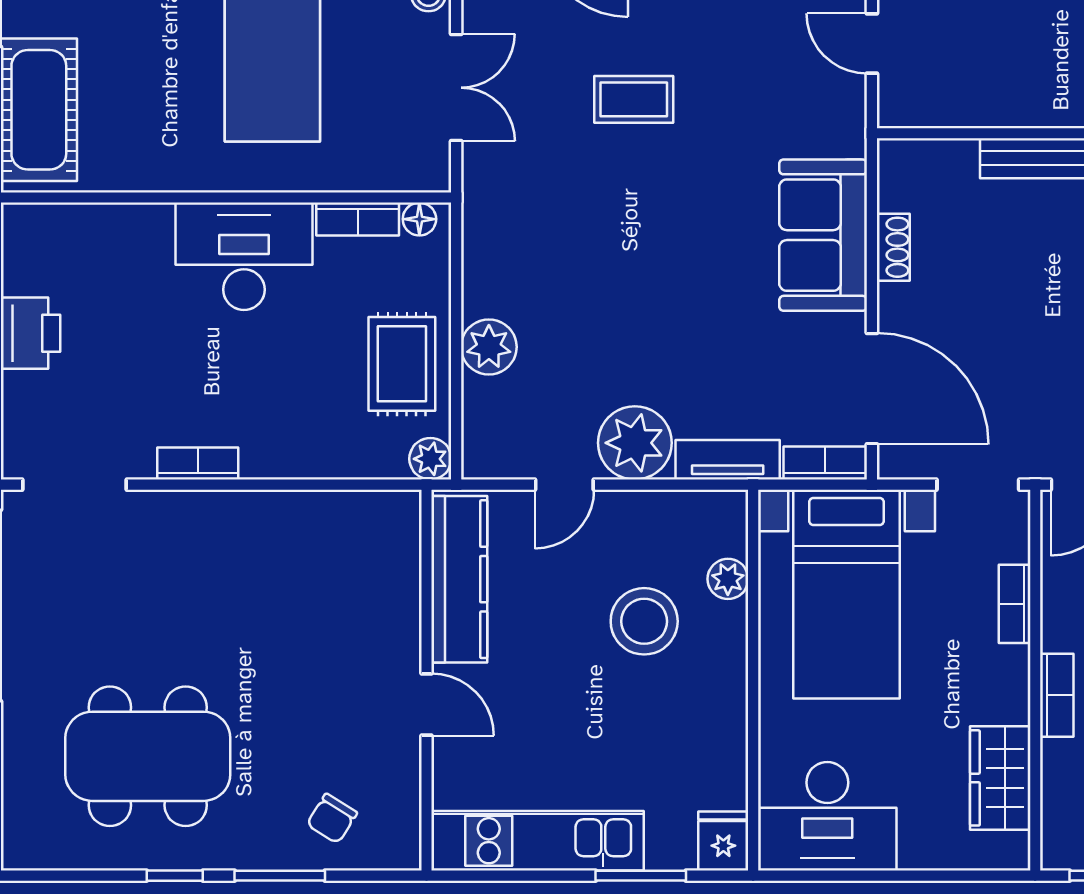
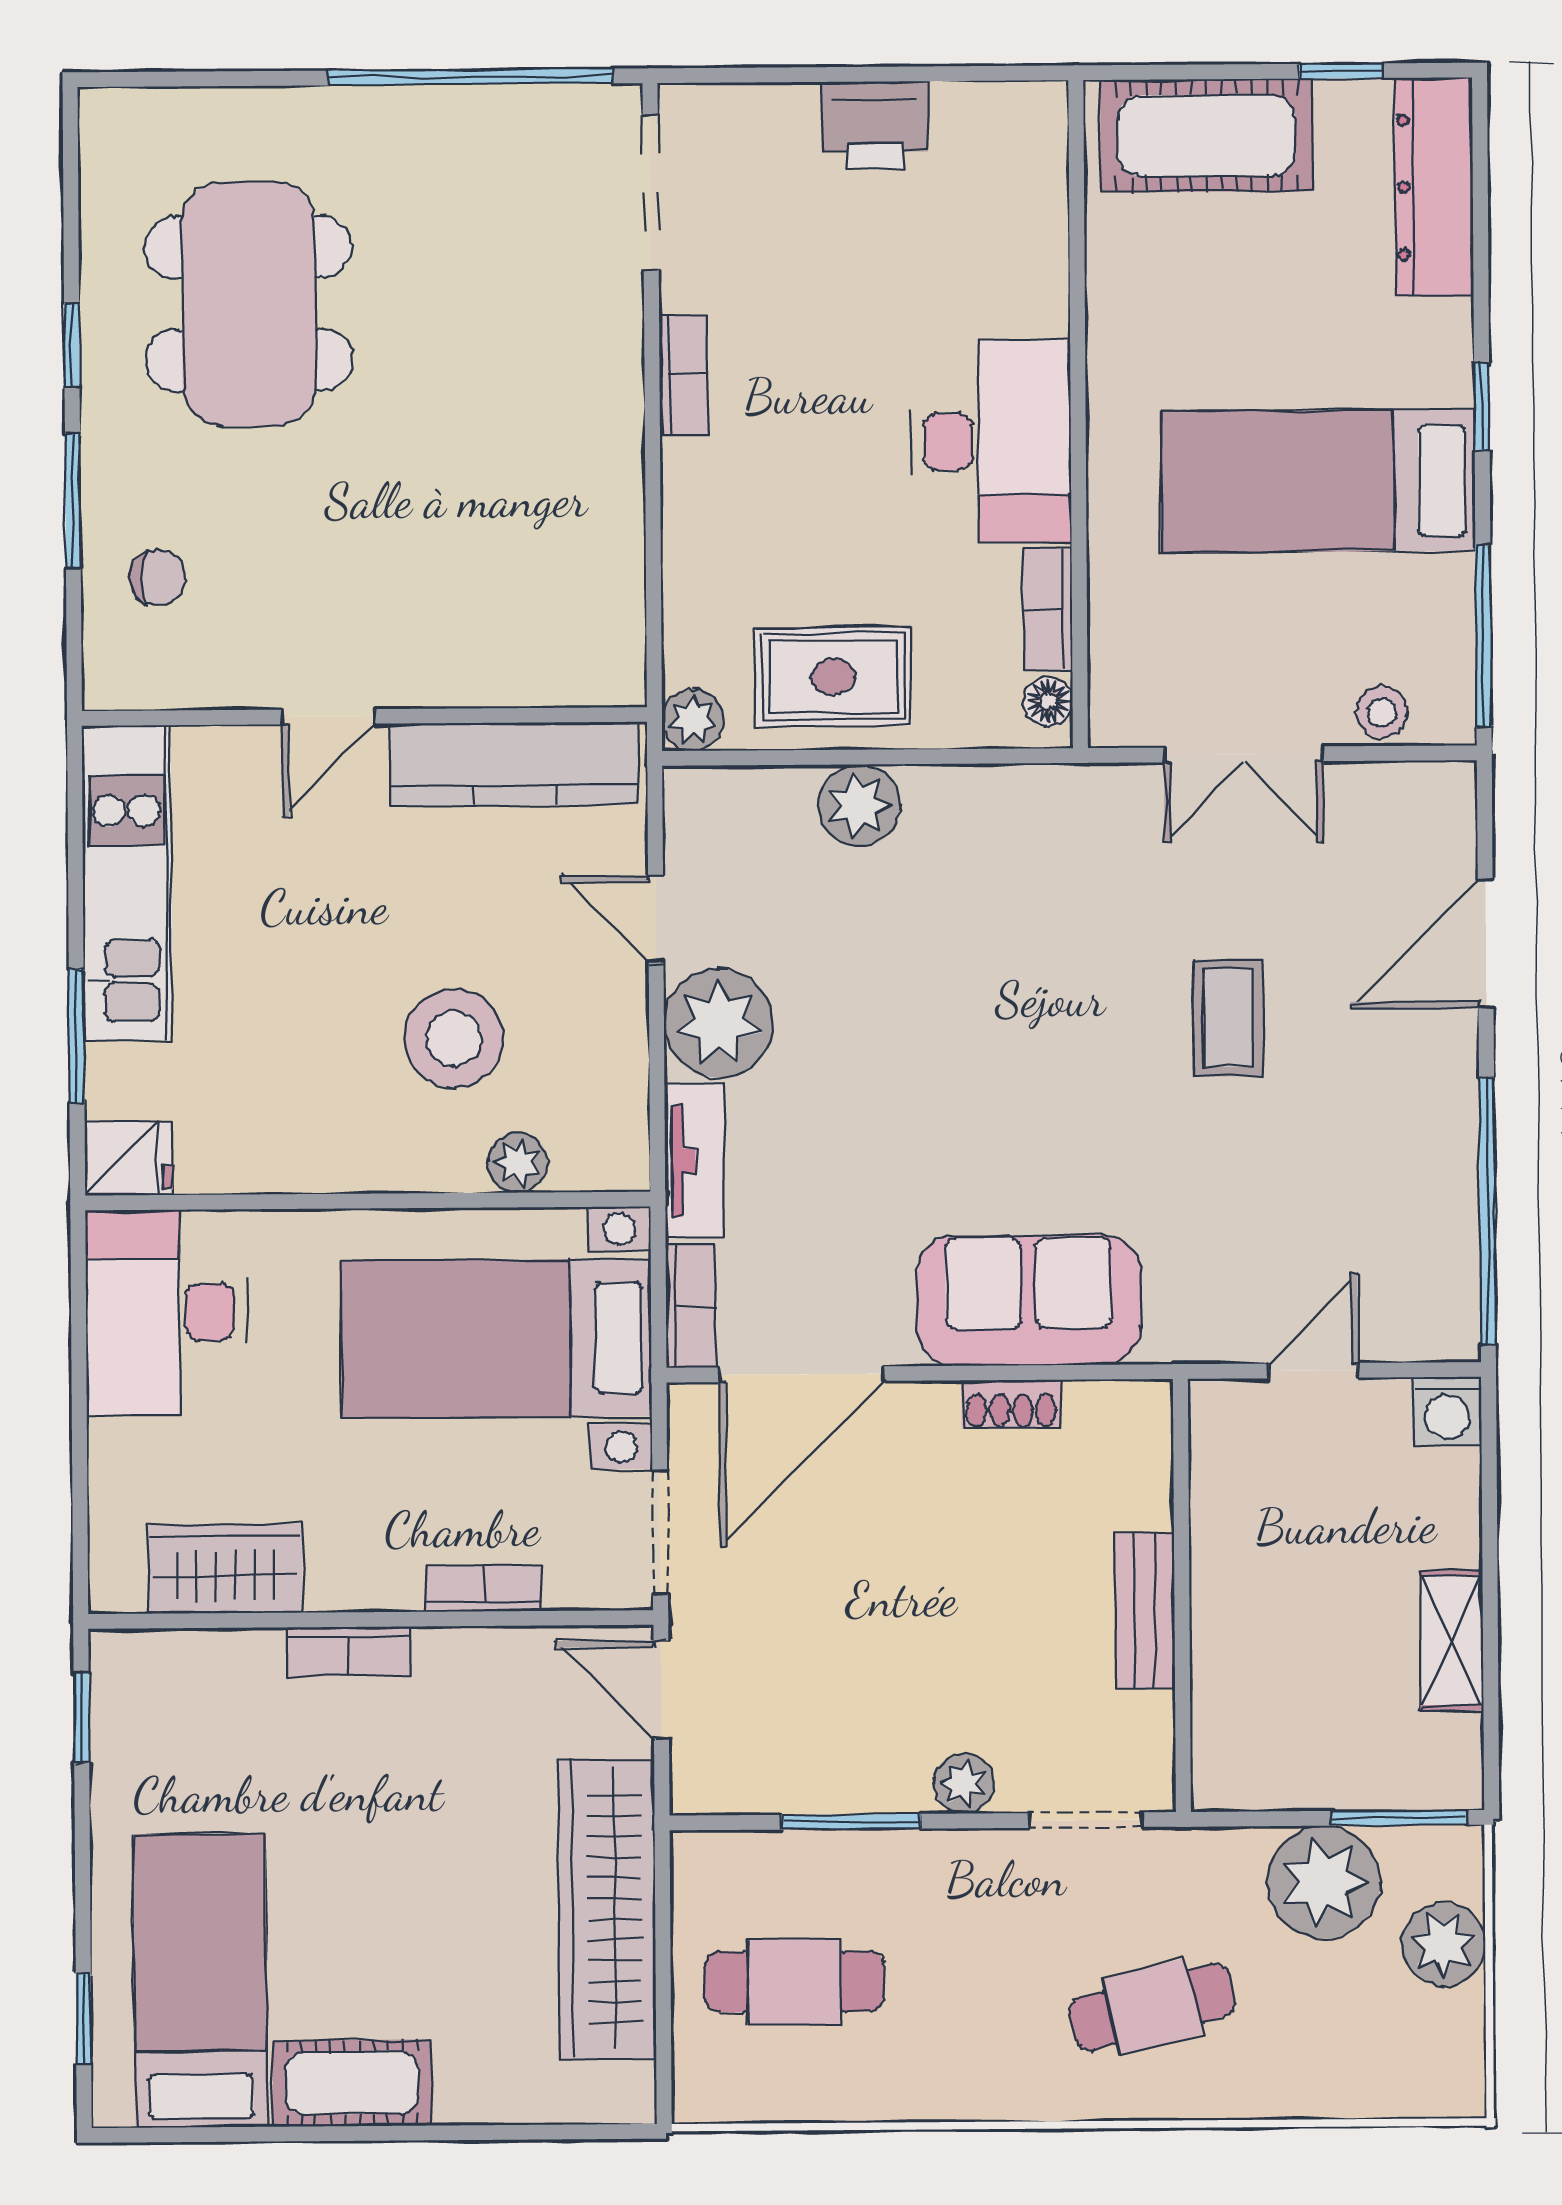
chair: (332, 819) -> (158, 578), turned 148

